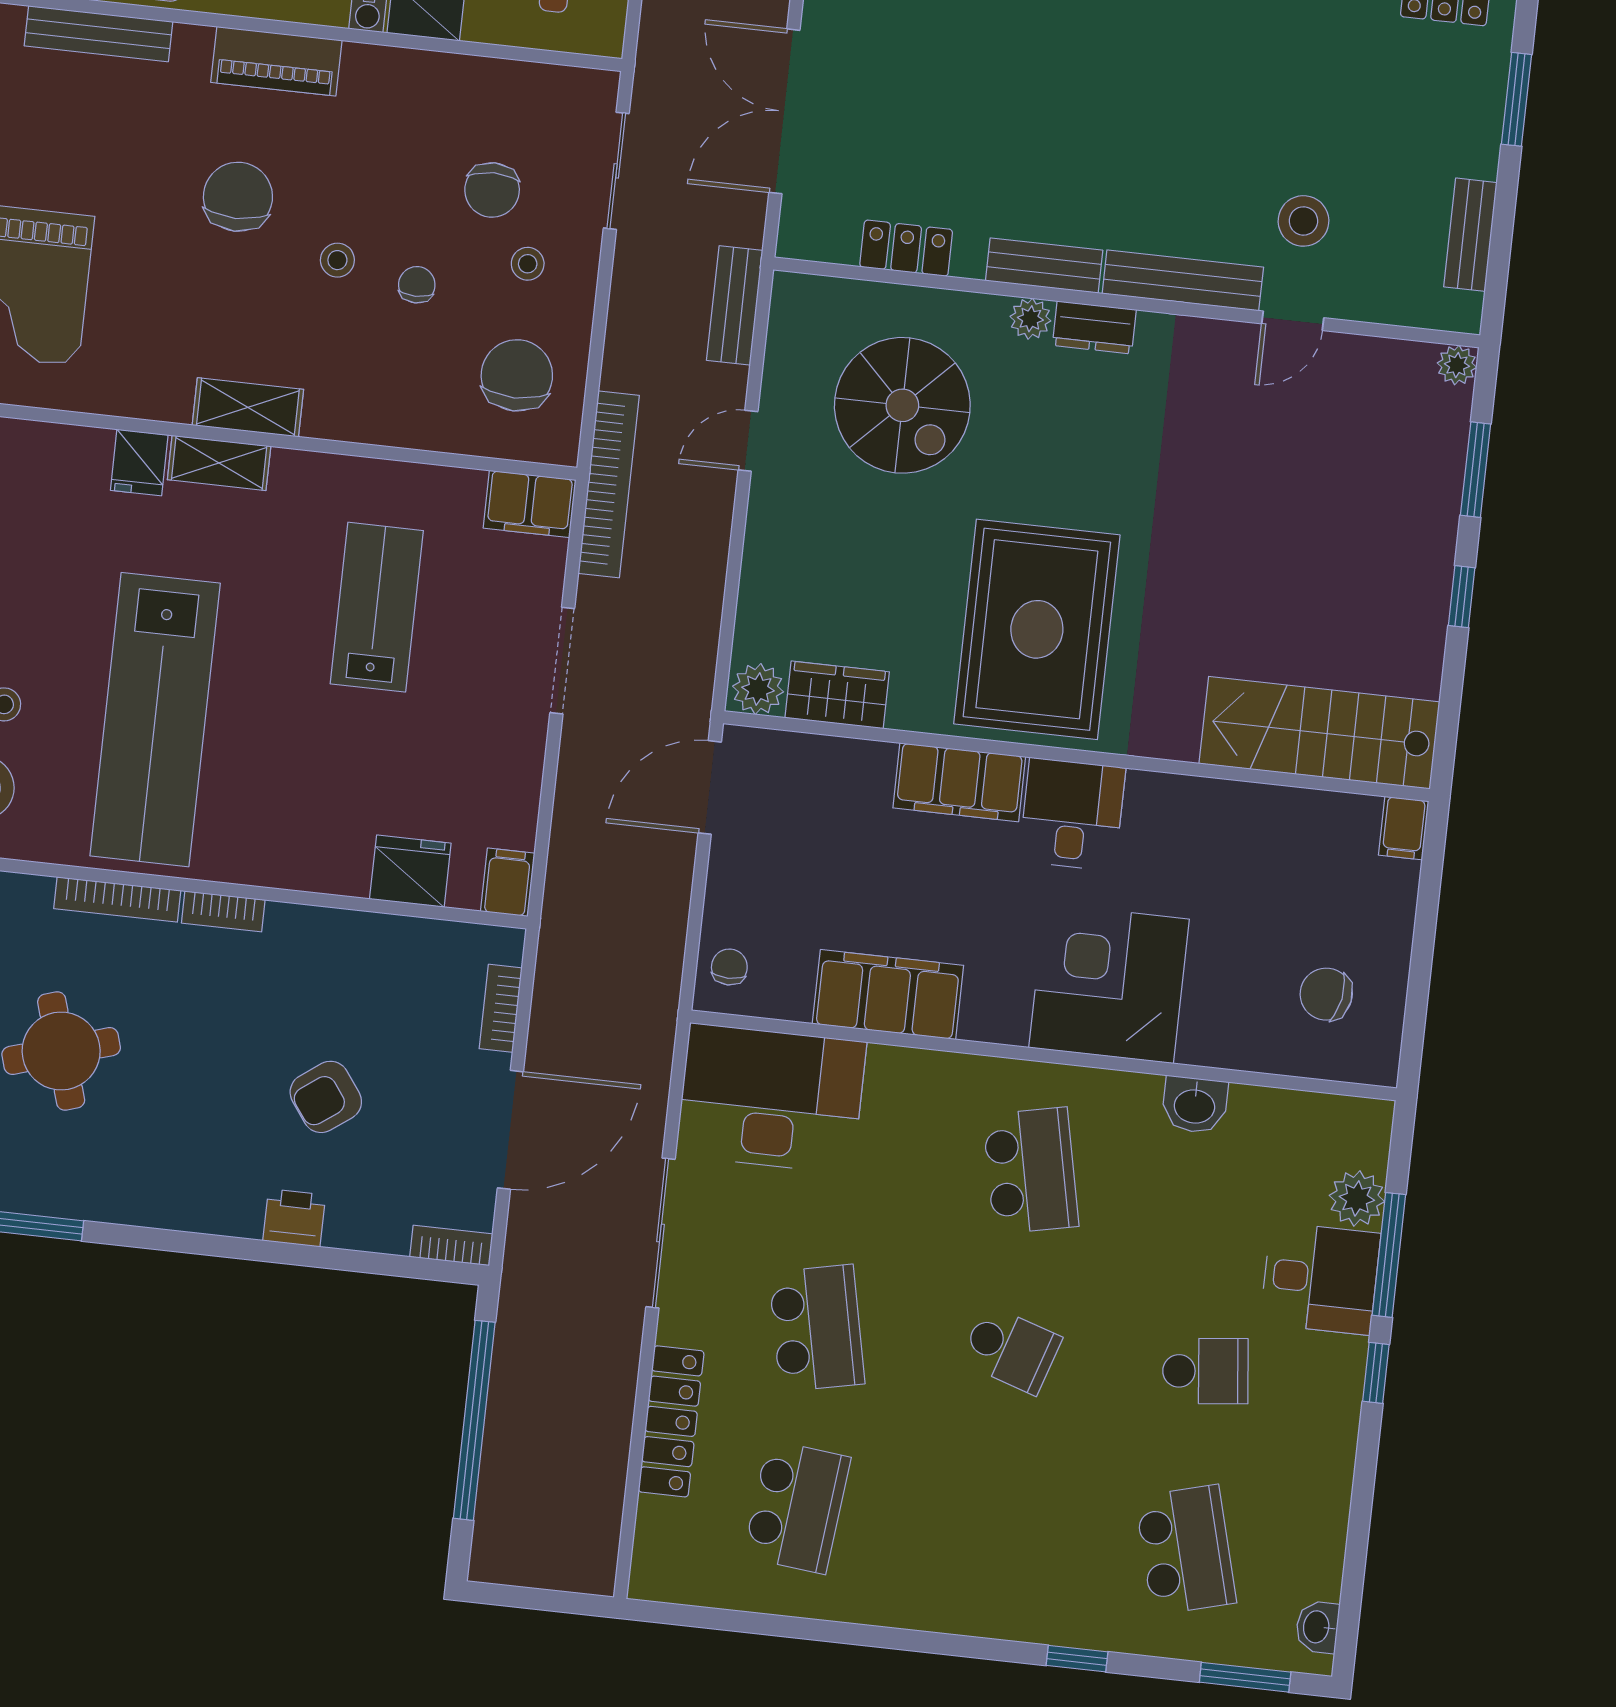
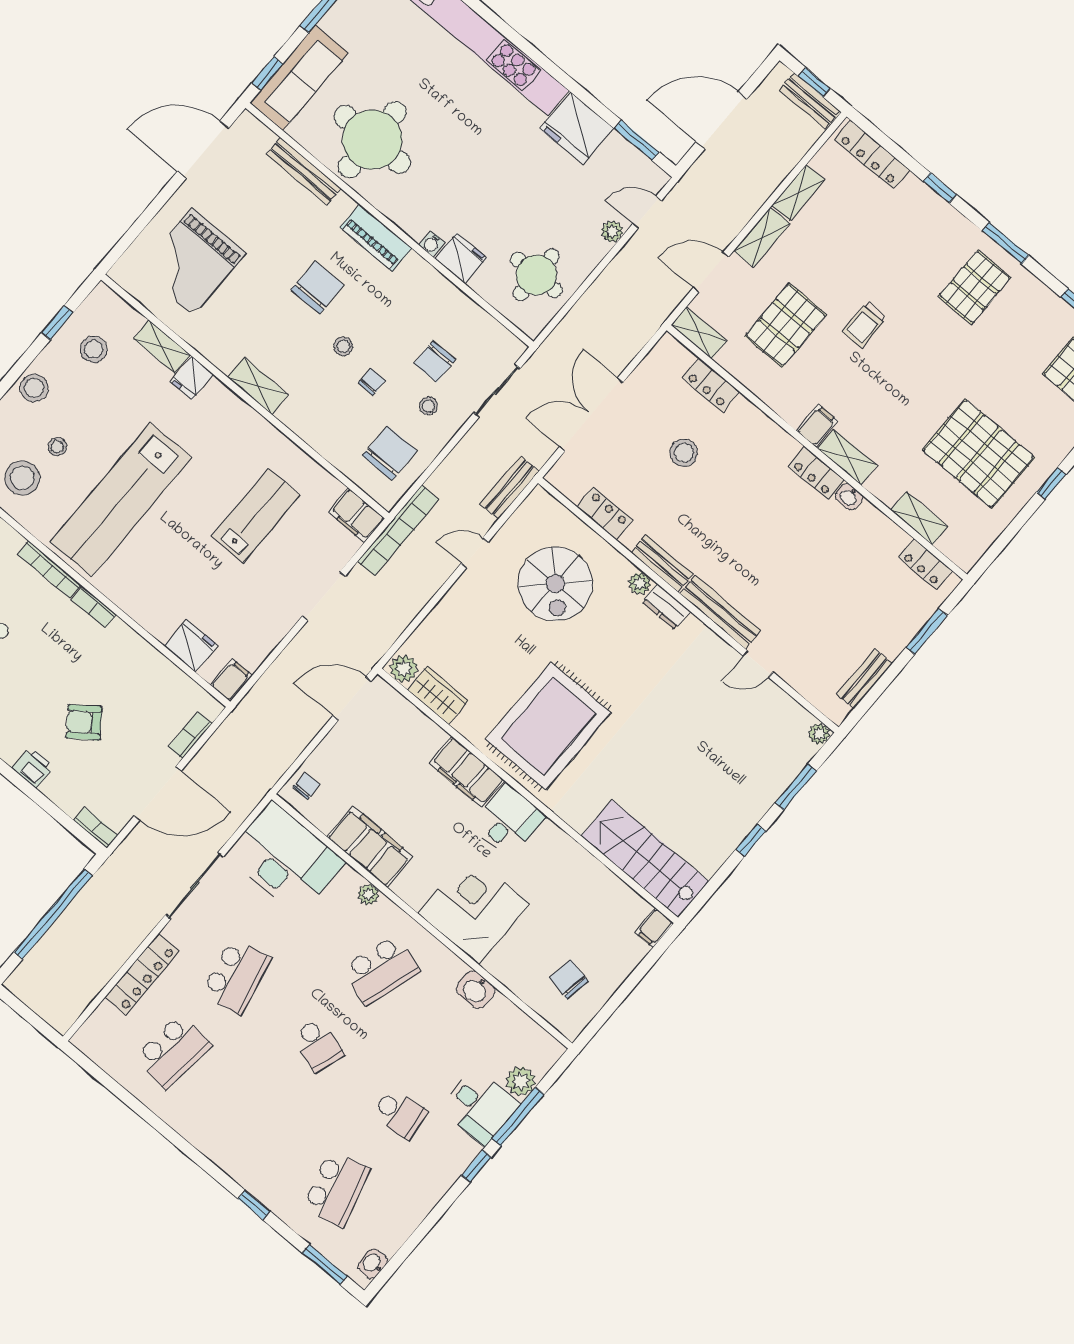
stool: (1303, 221) -> (684, 453), moved
shelving: (219, 463) -> (162, 347), moved
plant: (934, 1069) -> (368, 894), added
school desk: (1031, 1171) -> (381, 970), turned 30

